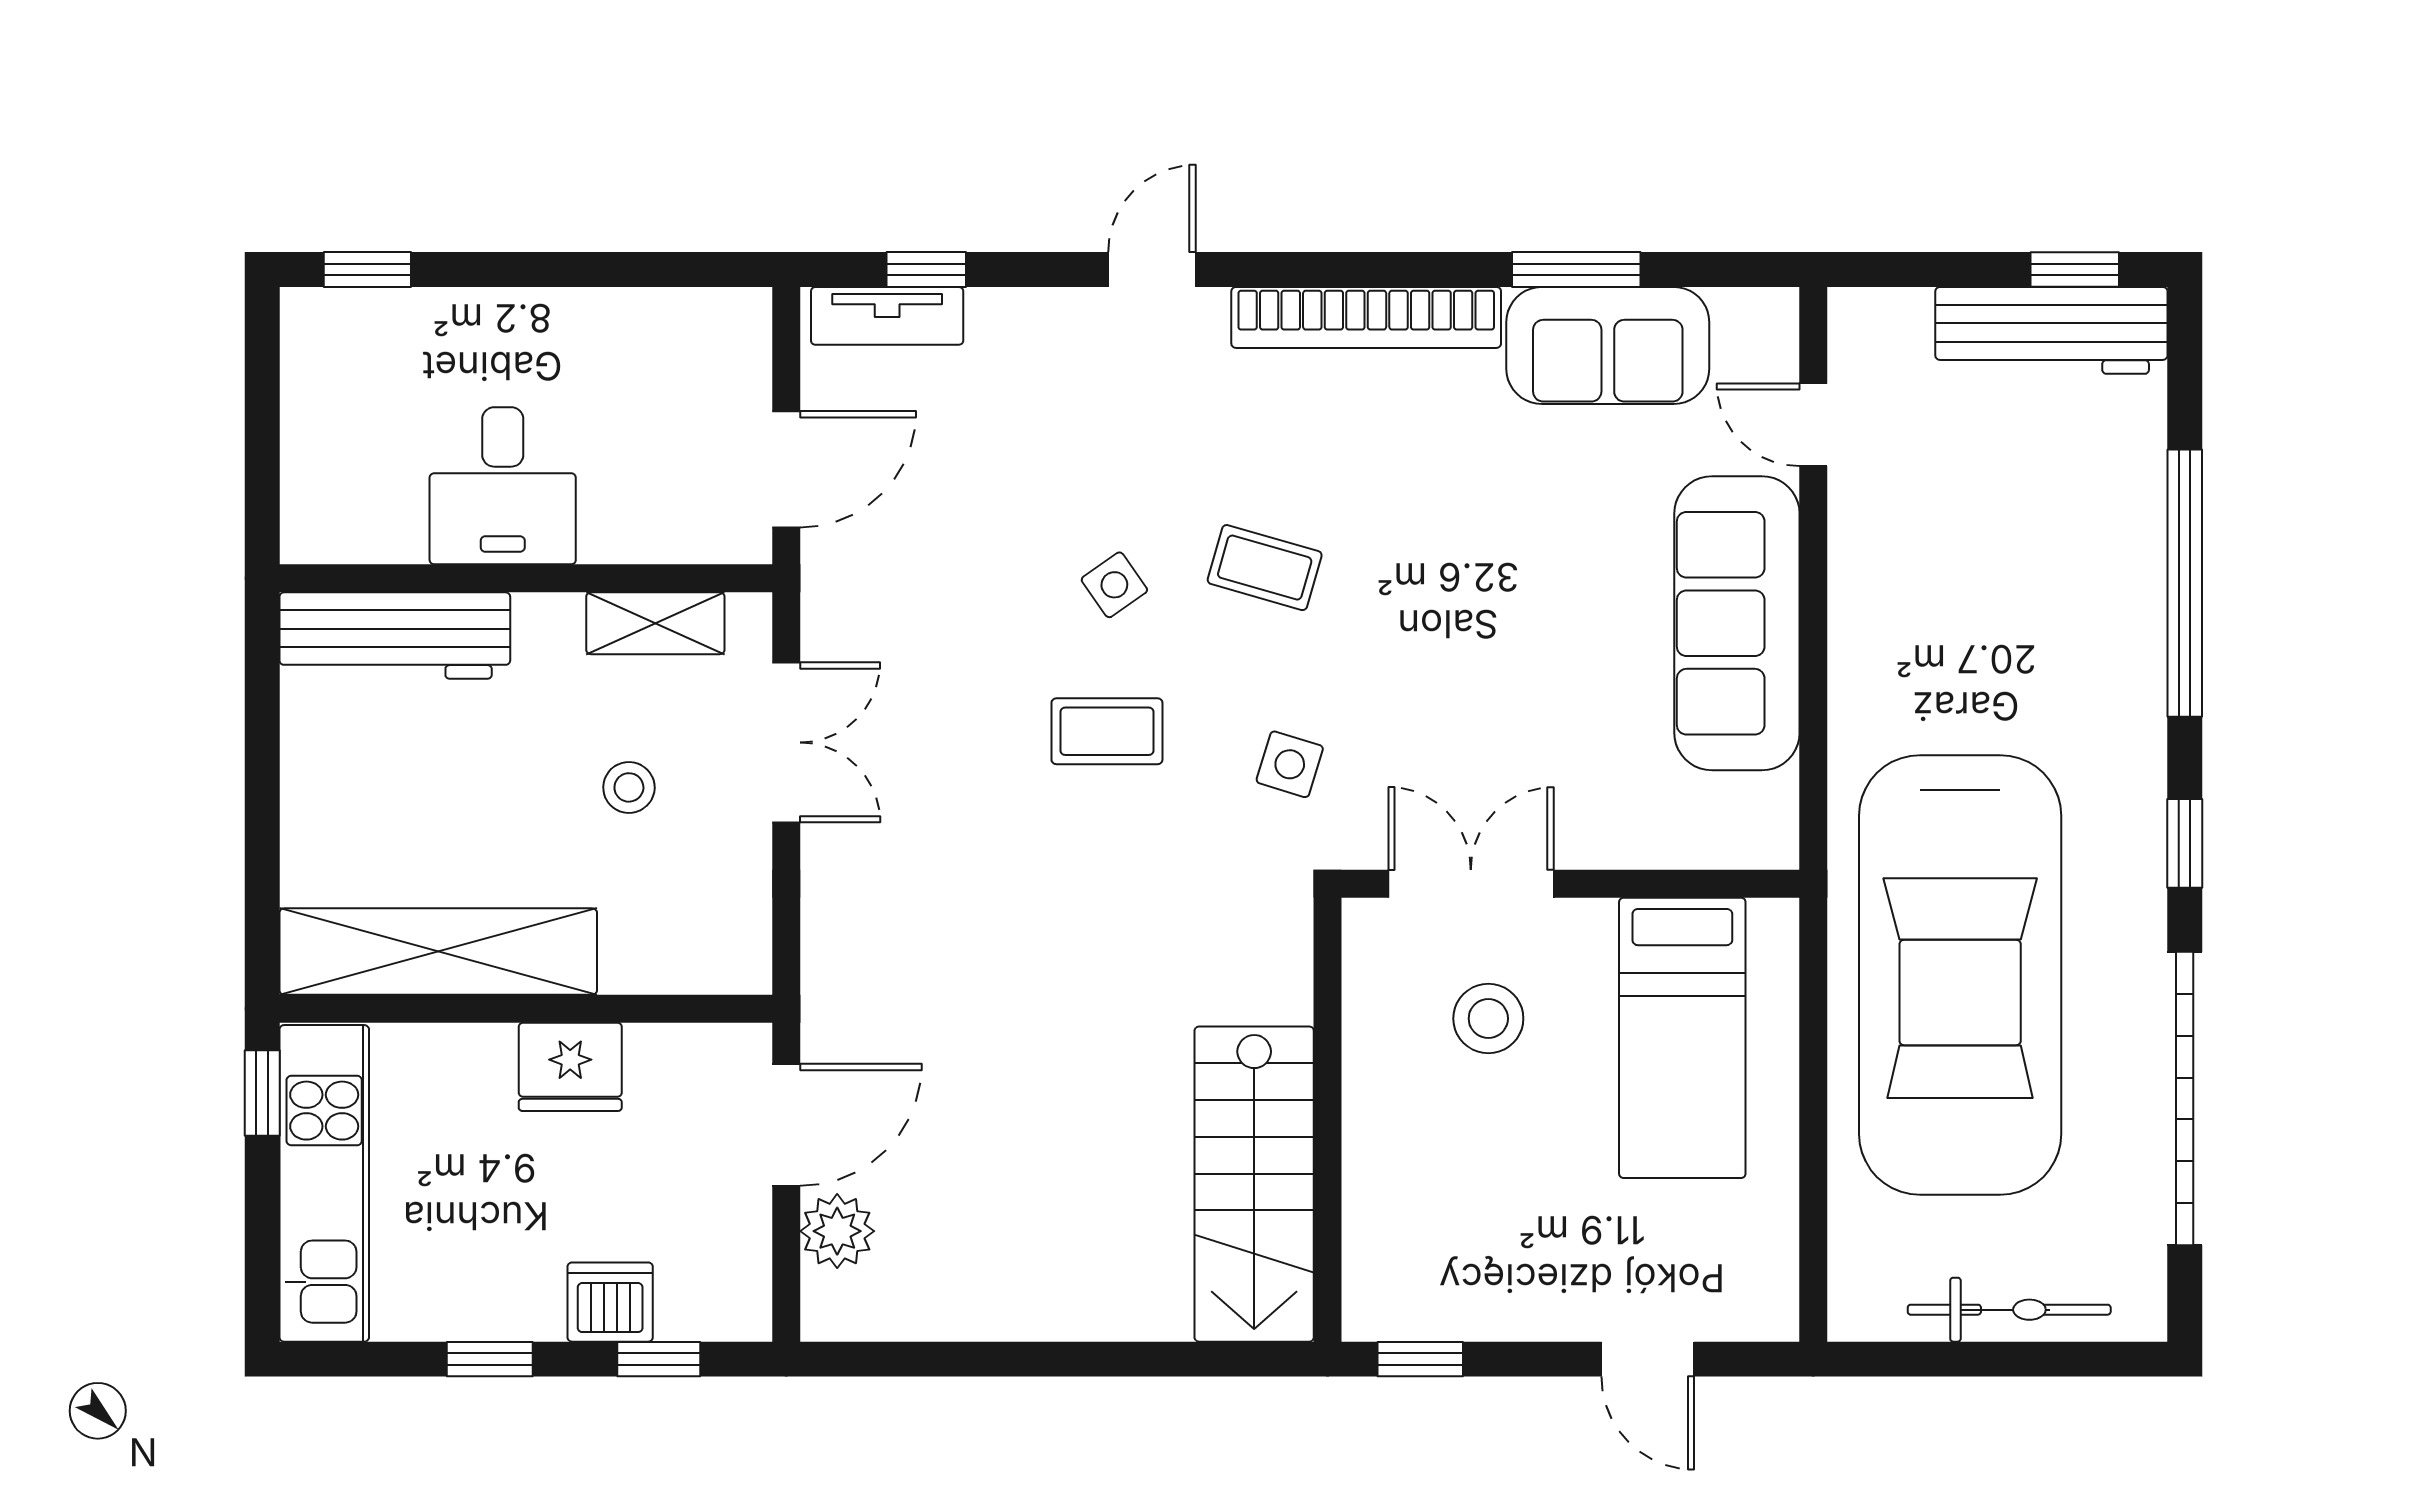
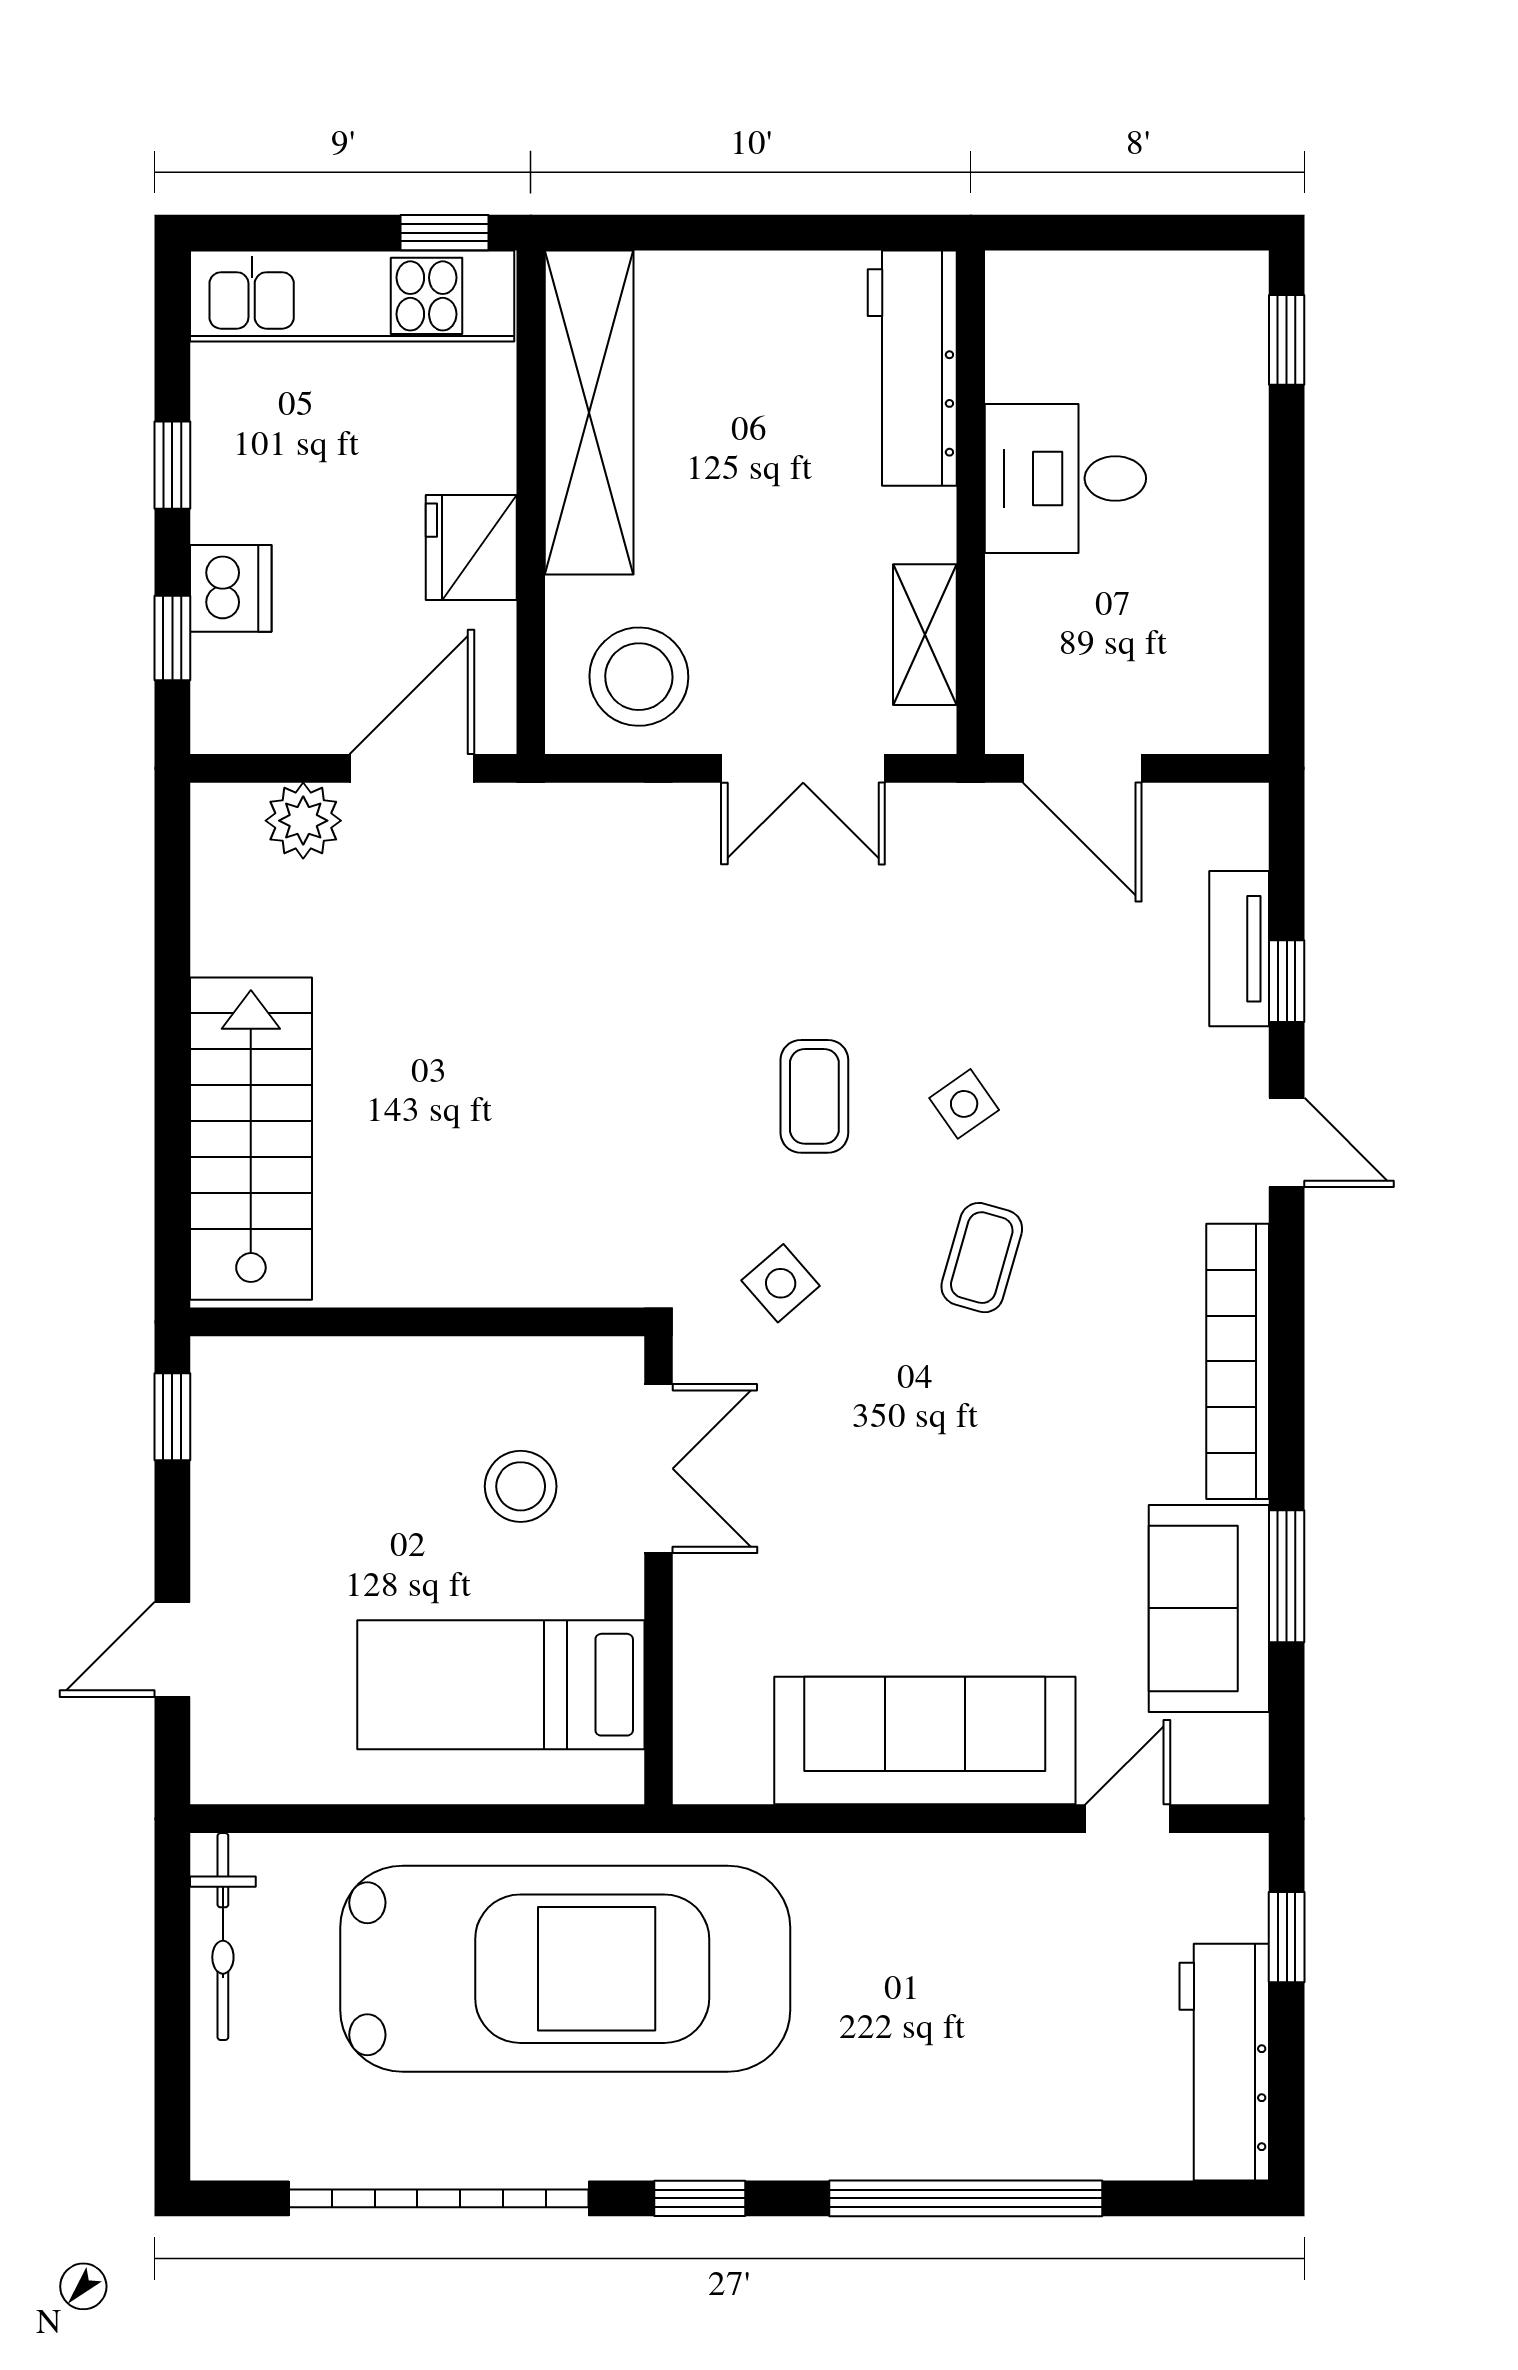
window: (926, 270) -> (1287, 981), moved
window: (2075, 270) -> (1287, 1937), moved
tv unit: (887, 316) -> (1239, 949), moved
side table: (1290, 764) -> (781, 1283), turned 32
stool: (629, 787) -> (639, 677), moved, width x1.89, depth x1.89
car: (1960, 975) -> (565, 1969), turned 180
door: (786, 1125) -> (412, 768), swing flipped
stairs: (1254, 1184) -> (251, 1139), moved, turned 90
bicycle: (2009, 1310) -> (223, 1936), moved

